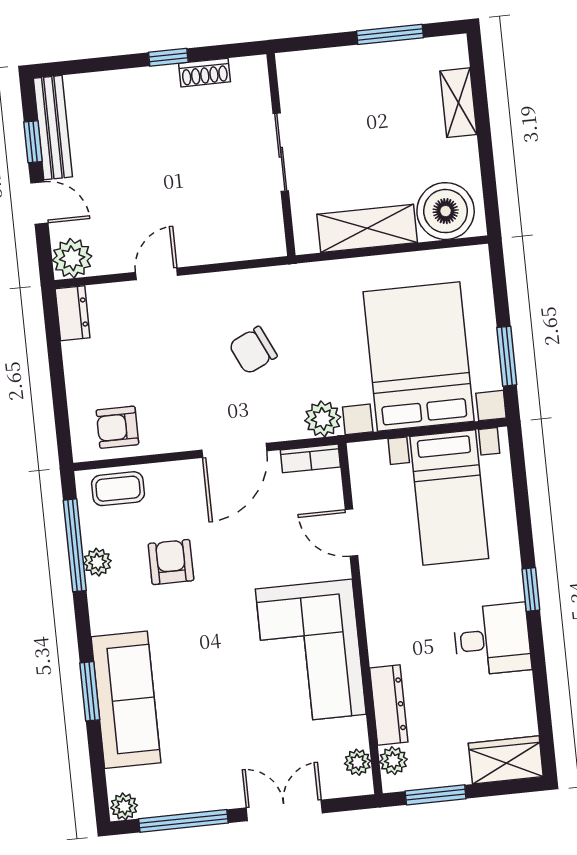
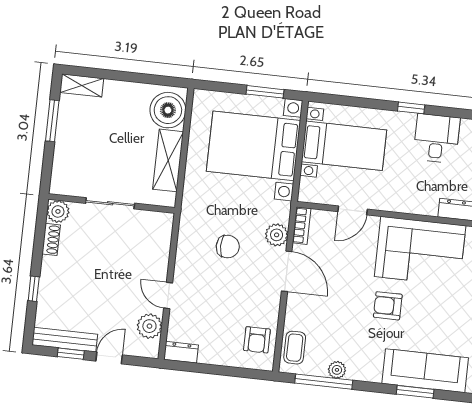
window: (168, 57) -> (34, 289), moved
plant: (250, 74) -> (58, 211), added
shelving: (458, 103) -> (82, 85), moved
plant: (72, 258) -> (149, 326), moved
chair: (253, 350) -> (228, 247), turned -65
plant: (323, 419) -> (277, 235), moved
armchair: (171, 562) -> (388, 306), moved

